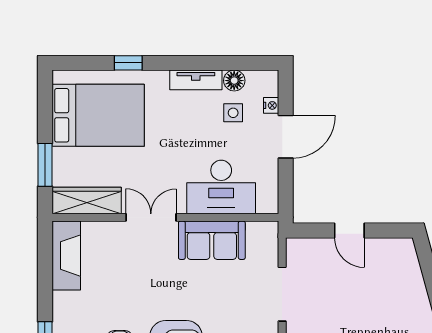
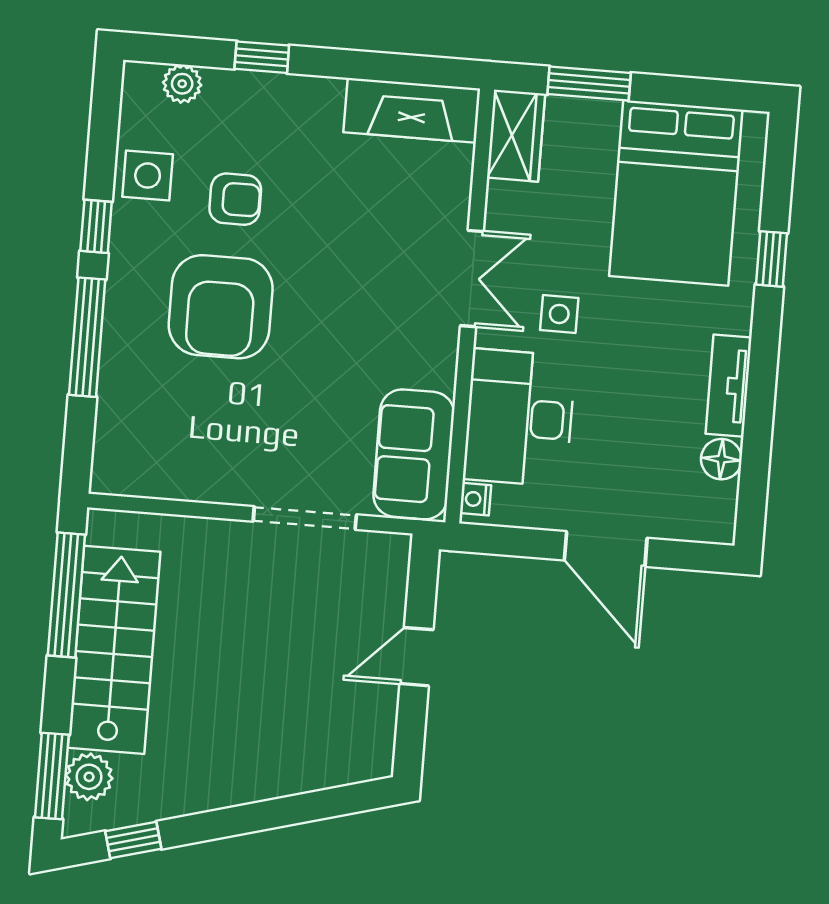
nightstand: (271, 105) -> (475, 499), moved, turned 90
side table: (233, 113) -> (559, 314), moved
wardrobe: (87, 201) -> (516, 136), width x0.67
sofa: (212, 240) -> (414, 454), moved

